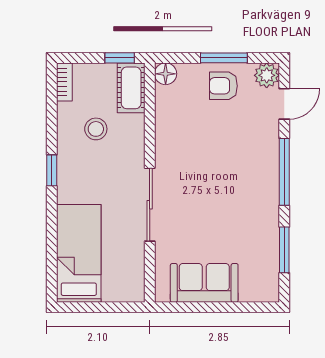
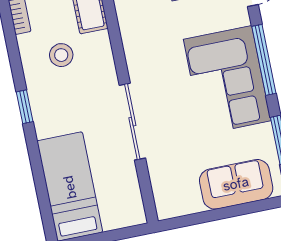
corner sofa: (246, 184) -> (227, 80), added
sofa: (204, 283) -> (236, 184), moved

